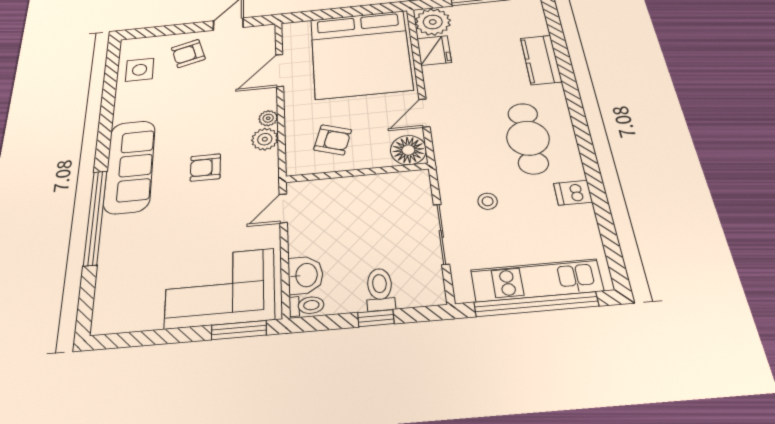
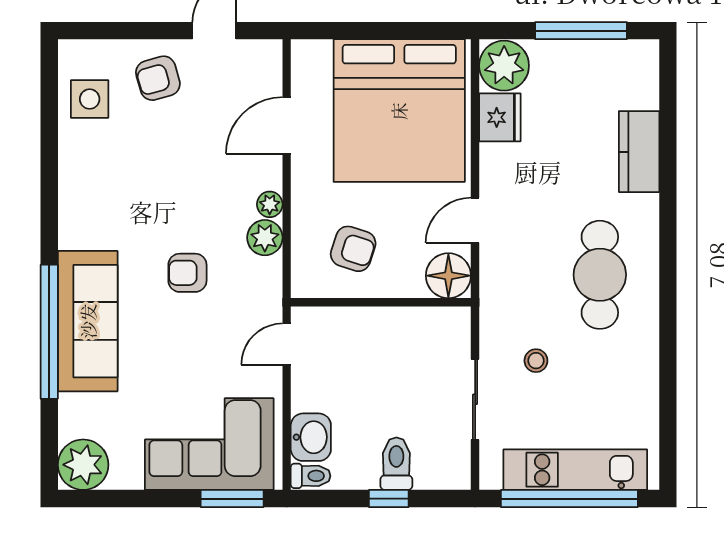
sofa: (130, 166) -> (88, 321), moved
dishwasher: (573, 193) -> (639, 360), removed
plant: (113, 314) -> (83, 465), added

